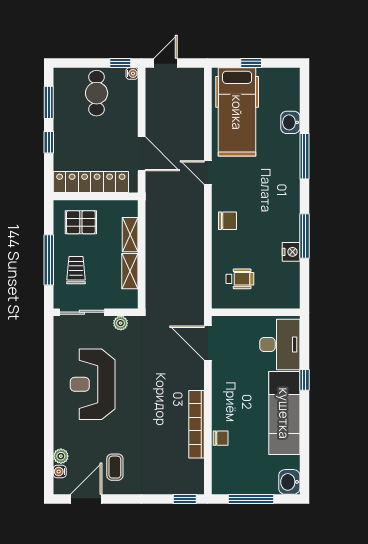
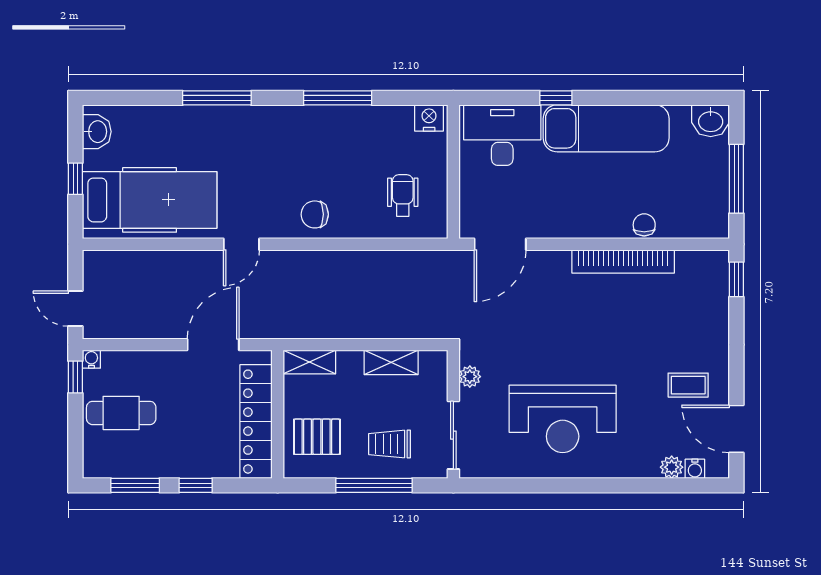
washbasin: (290, 122) -> (97, 132), moved, turned -90
chair: (227, 221) -> (315, 214), turned -90
pallet: (81, 222) -> (317, 437), turned 90
shelving: (130, 235) -> (309, 362), moved
nightstand: (291, 252) -> (429, 118), moved

